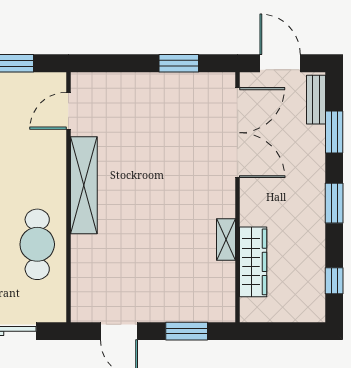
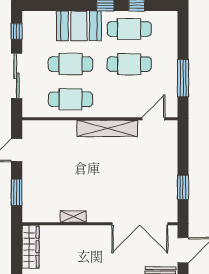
door: (68, 111) -> (153, 119), hinge flipped
wardrobe: (253, 262) -> (30, 247), moved, turned -90

